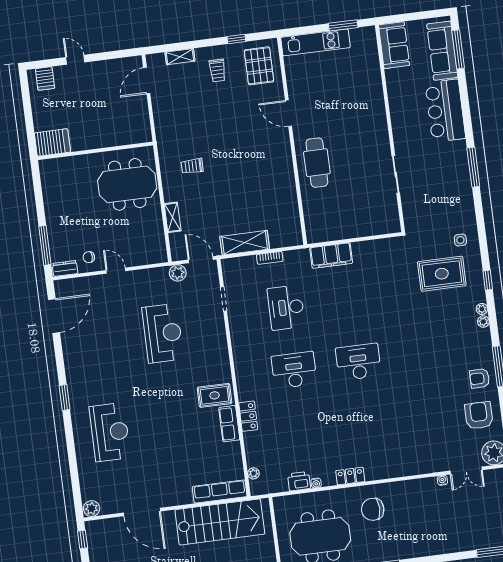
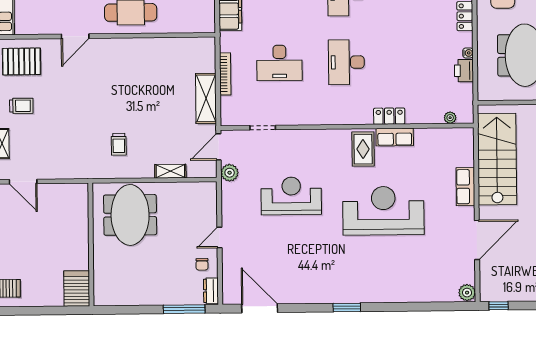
bookcase: (270, 258) -> (225, 74), width x1.56
reception desk: (110, 432) -> (383, 211), moved, width x1.36, depth x1.30
row of seats: (220, 492) -> (465, 187), moved, width x0.68

